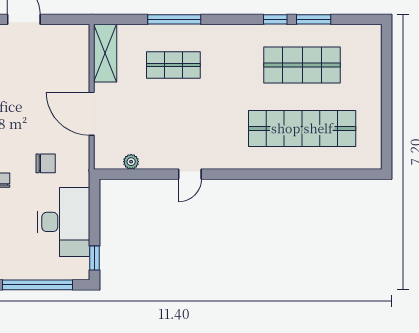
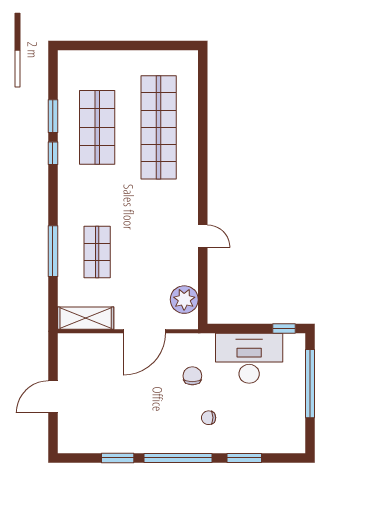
plant: (131, 162) -> (184, 300), width x1.87, depth x1.87

